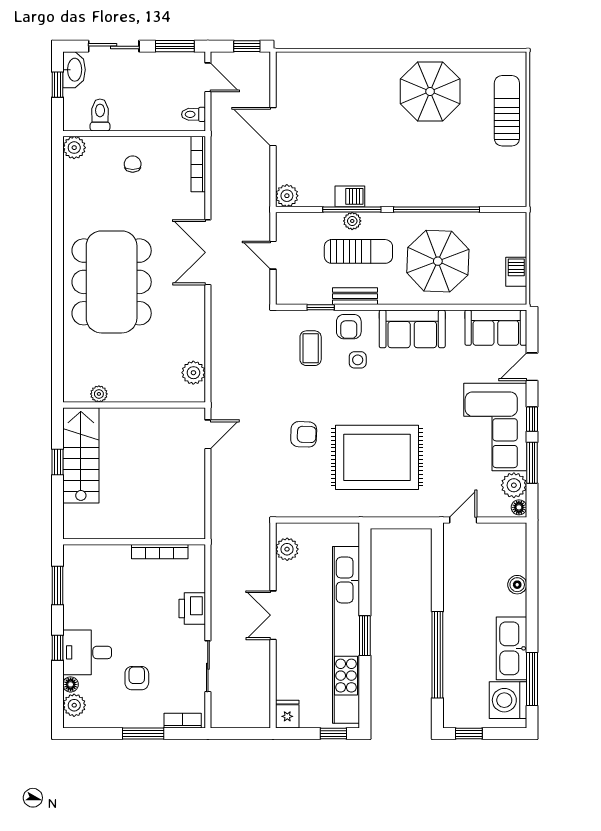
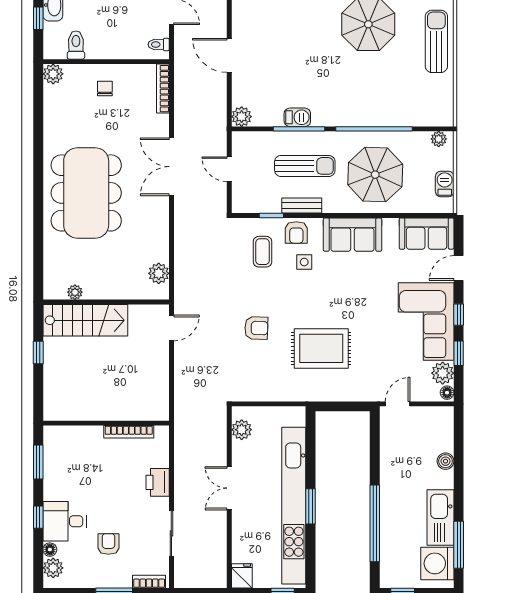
plant: (352, 221) -> (439, 139), moved
stairs: (81, 455) -> (85, 320), moved, turned 90
rug: (377, 457) -> (321, 348), width x0.73, depth x0.69
window: (532, 463) -> (459, 353), width x0.67

